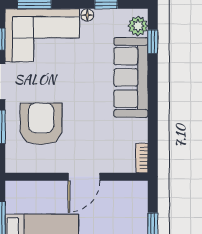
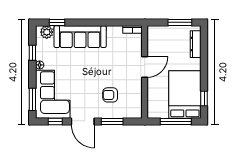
armchair: (41, 124) -> (110, 95), width x0.53, depth x0.53
door: (84, 177) -> (145, 67), hinge flipped

